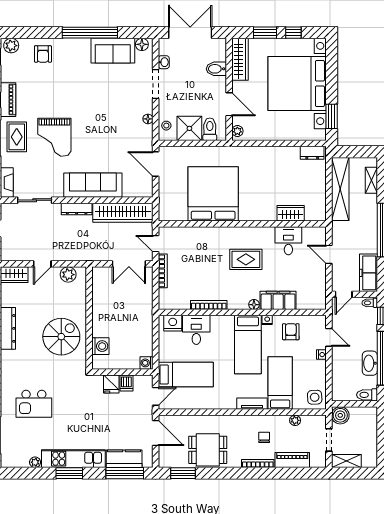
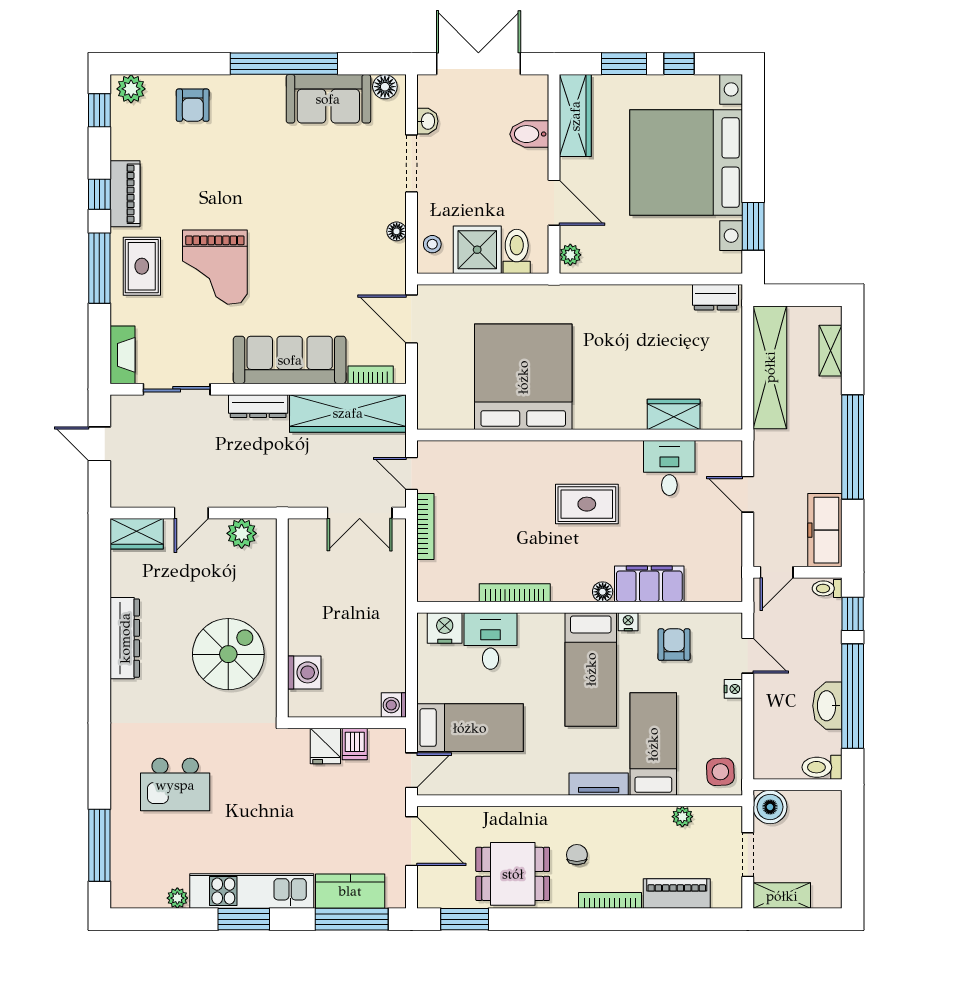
bookcase: (135, 193) -> (371, 375), added
chair: (264, 437) -> (577, 855), moved

